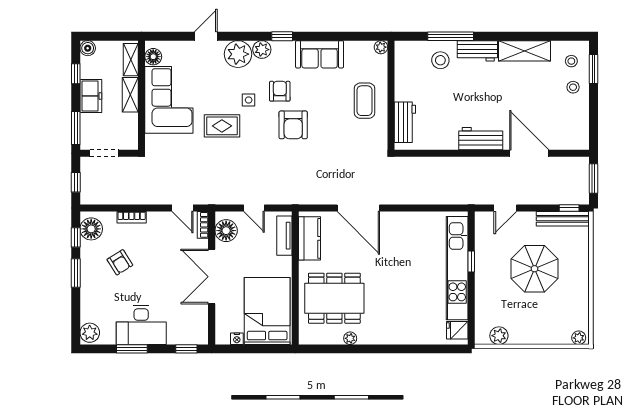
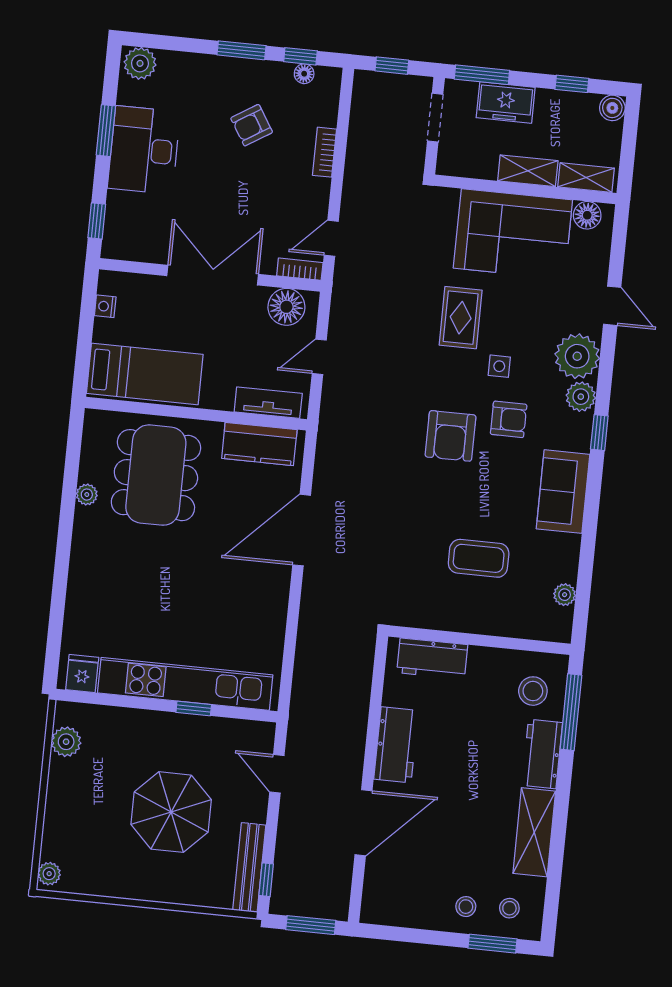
wall: (391, 95) -> (479, 640), moved
freezer: (91, 96) -> (506, 102), moved
workbench: (405, 122) -> (432, 659), moved
armchair: (293, 125) -> (450, 436), turned -90
floor lamp: (91, 229) -> (304, 74), width x0.53, depth x0.53
bed: (267, 311) -> (145, 374), width x0.67

